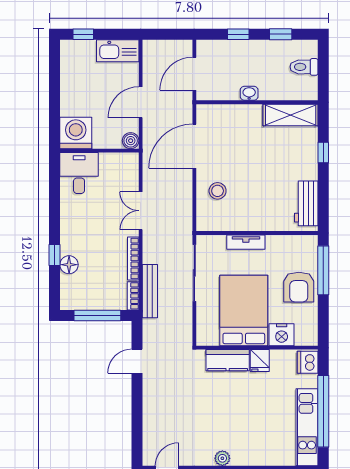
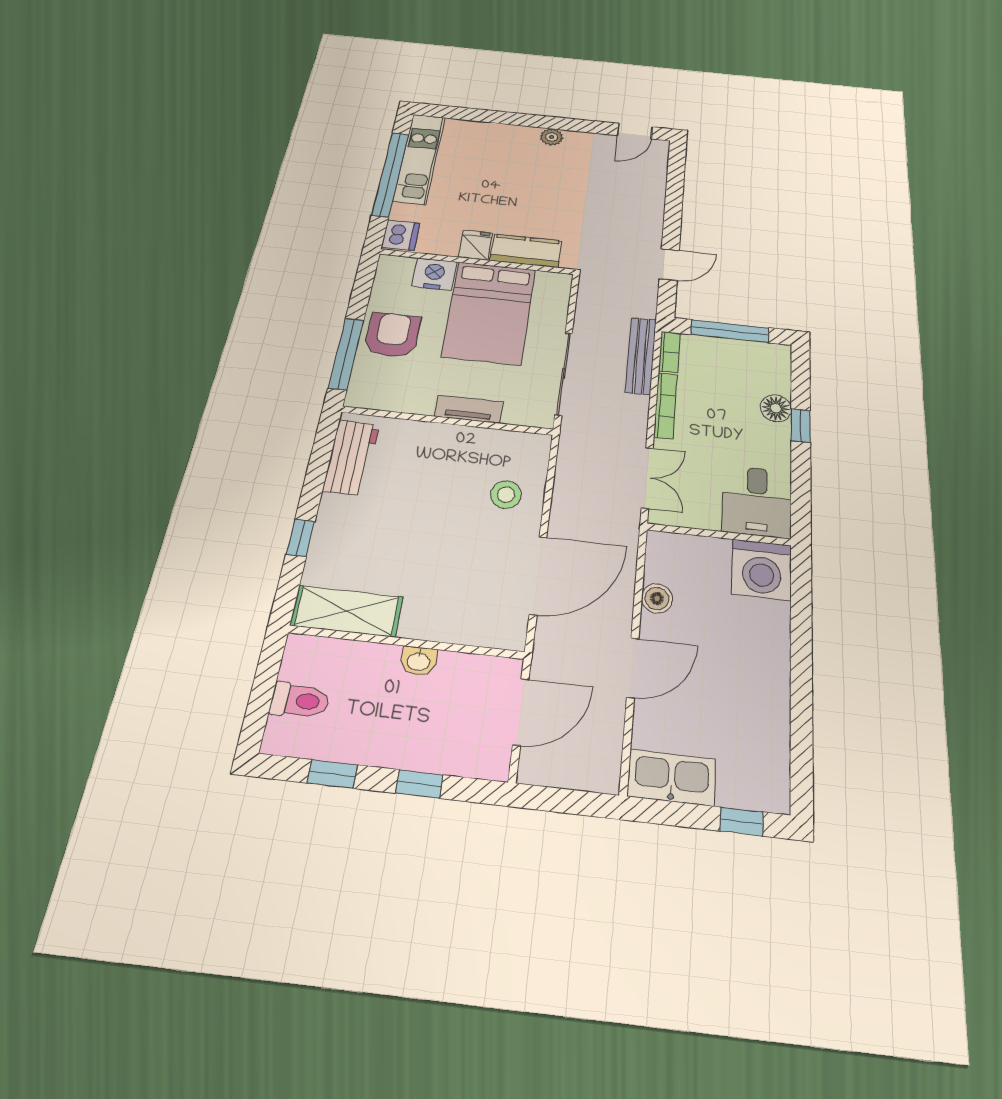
washing machine: (76, 133) -> (762, 570), moved
wall: (99, 151) -> (719, 534), moved
desk: (79, 173) -> (757, 501), moved

